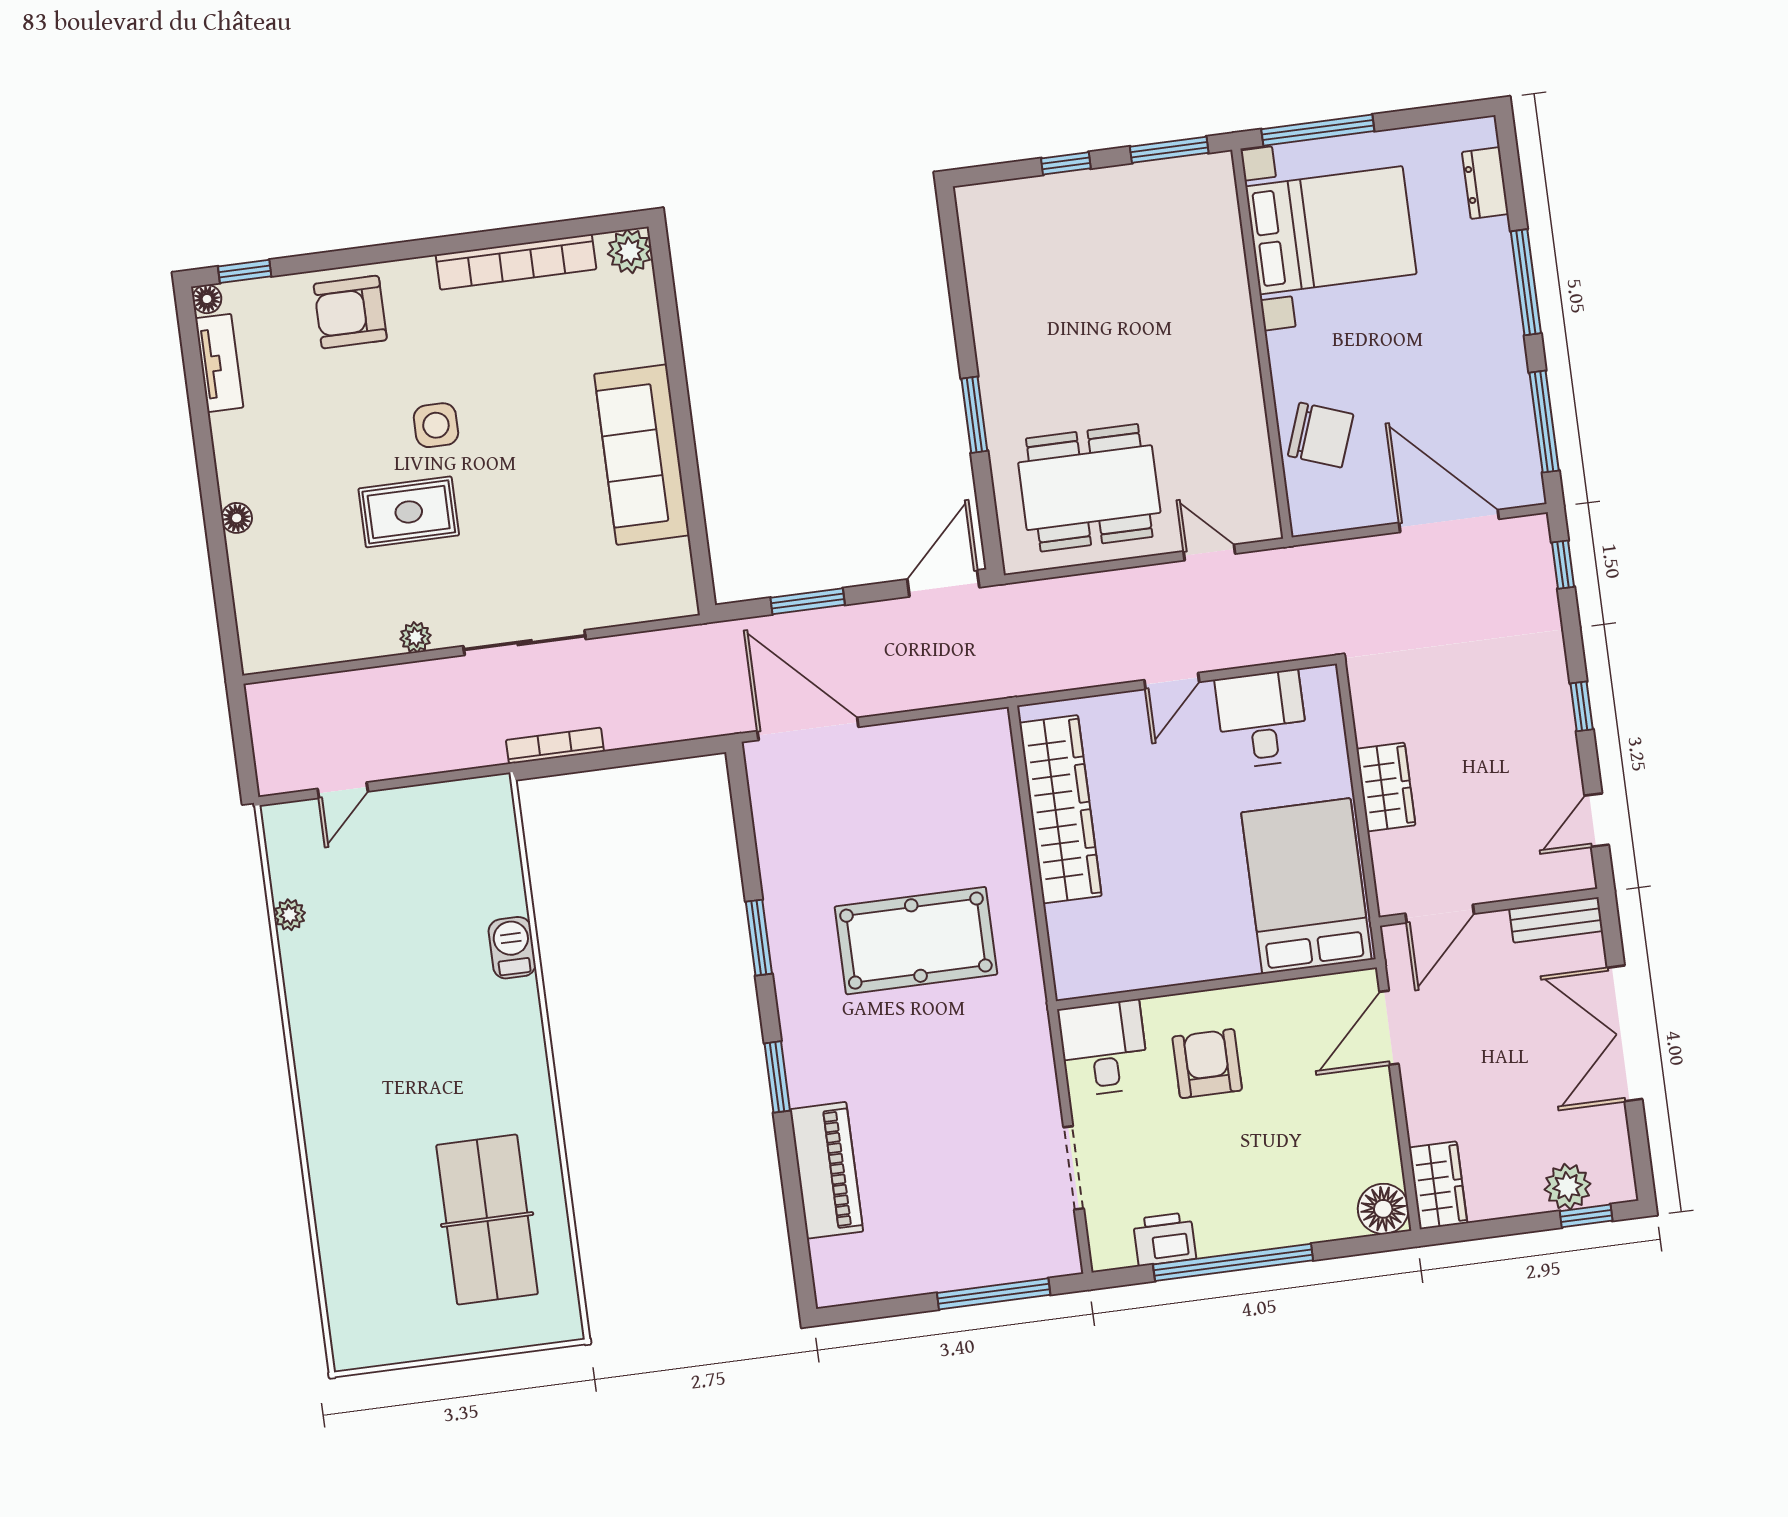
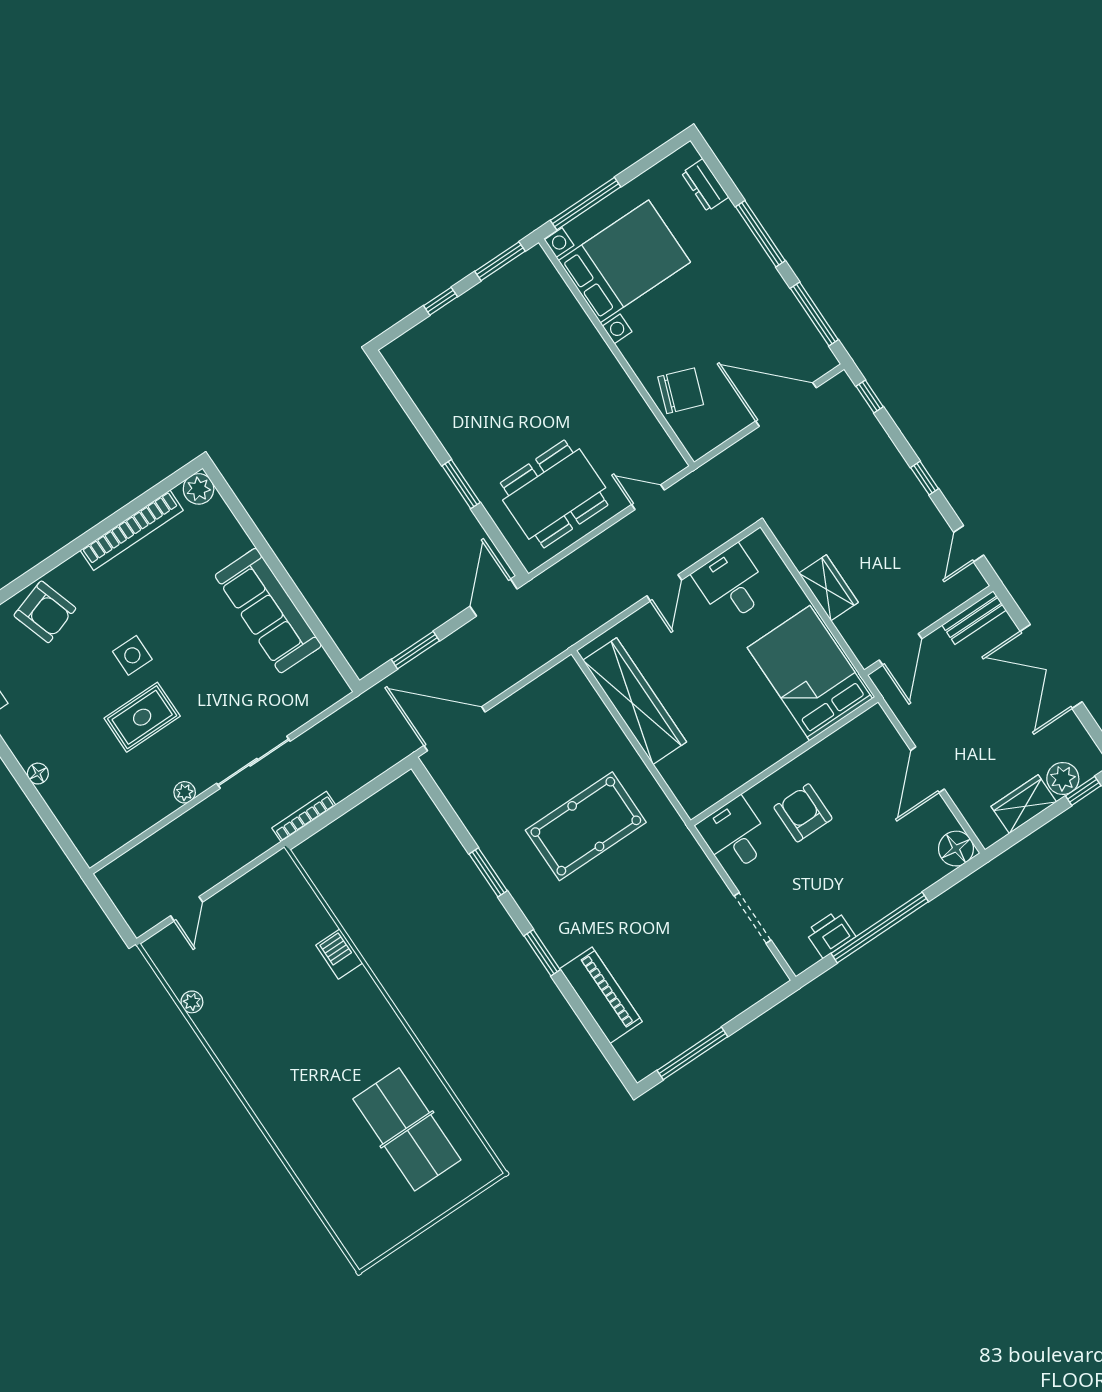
armchair: (350, 312) -> (45, 612), turned -108
door: (1389, 1028) -> (927, 770), moved
wardrobe: (1438, 1185) -> (1024, 804), moved, turned -90
window: (994, 1294) -> (692, 1053), moved

